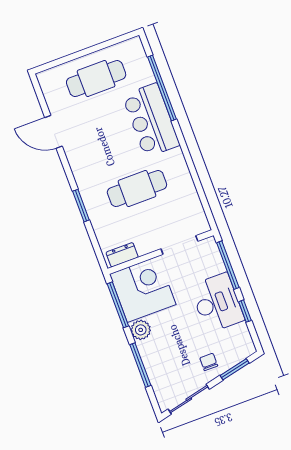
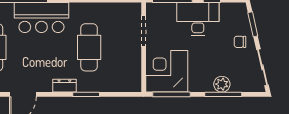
dresser: (122, 255) -> (64, 86), moved, turned 90
plant: (141, 330) -> (222, 84), moved

